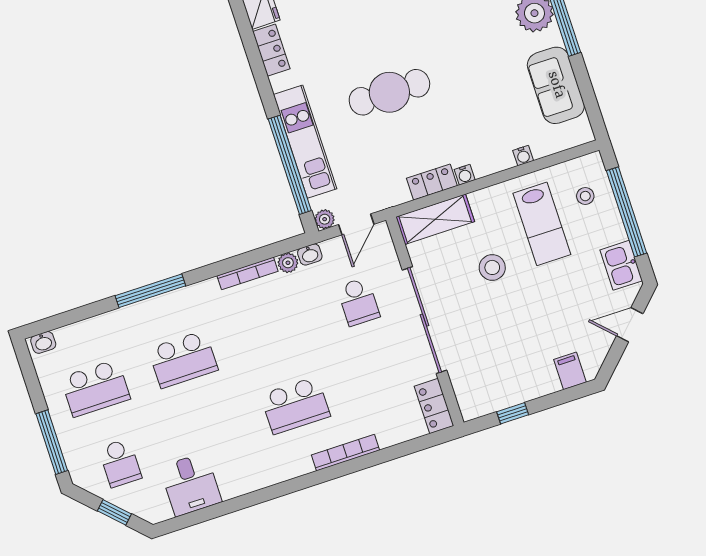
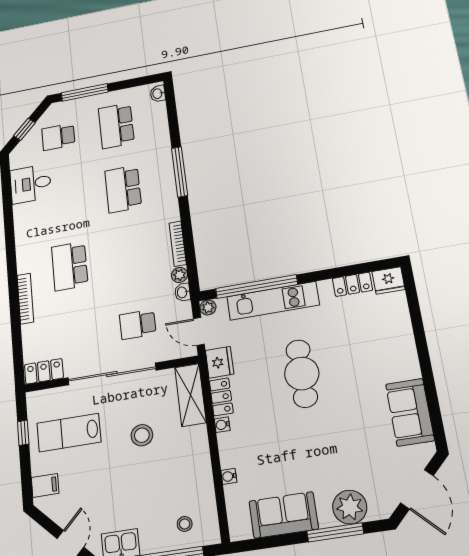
fridge: (390, 192) -> (220, 362), added
lab bench: (542, 224) -> (69, 433), moved

